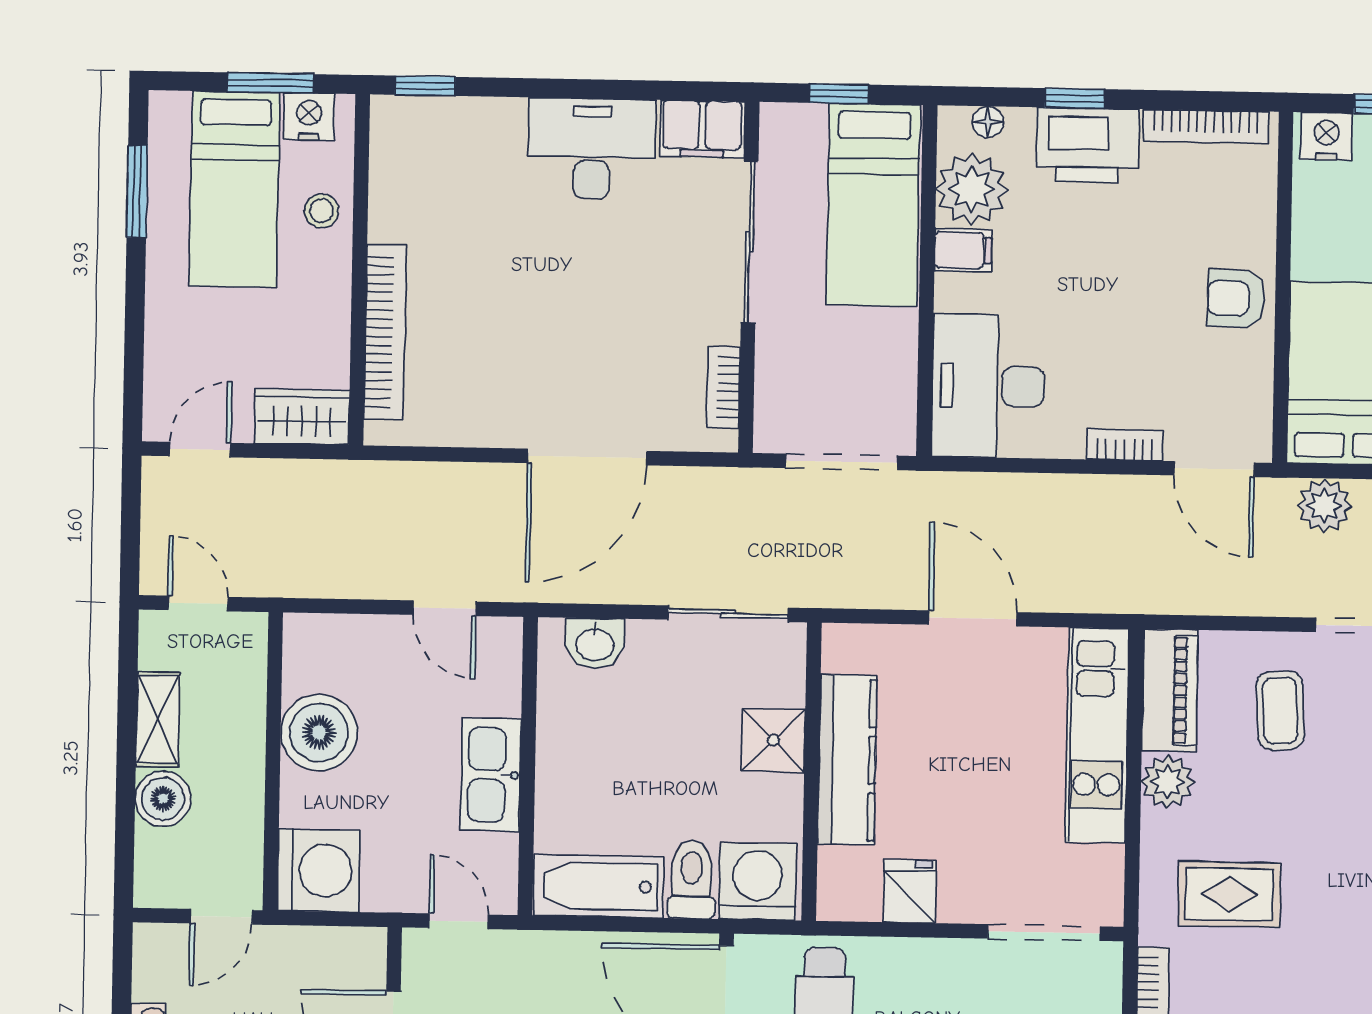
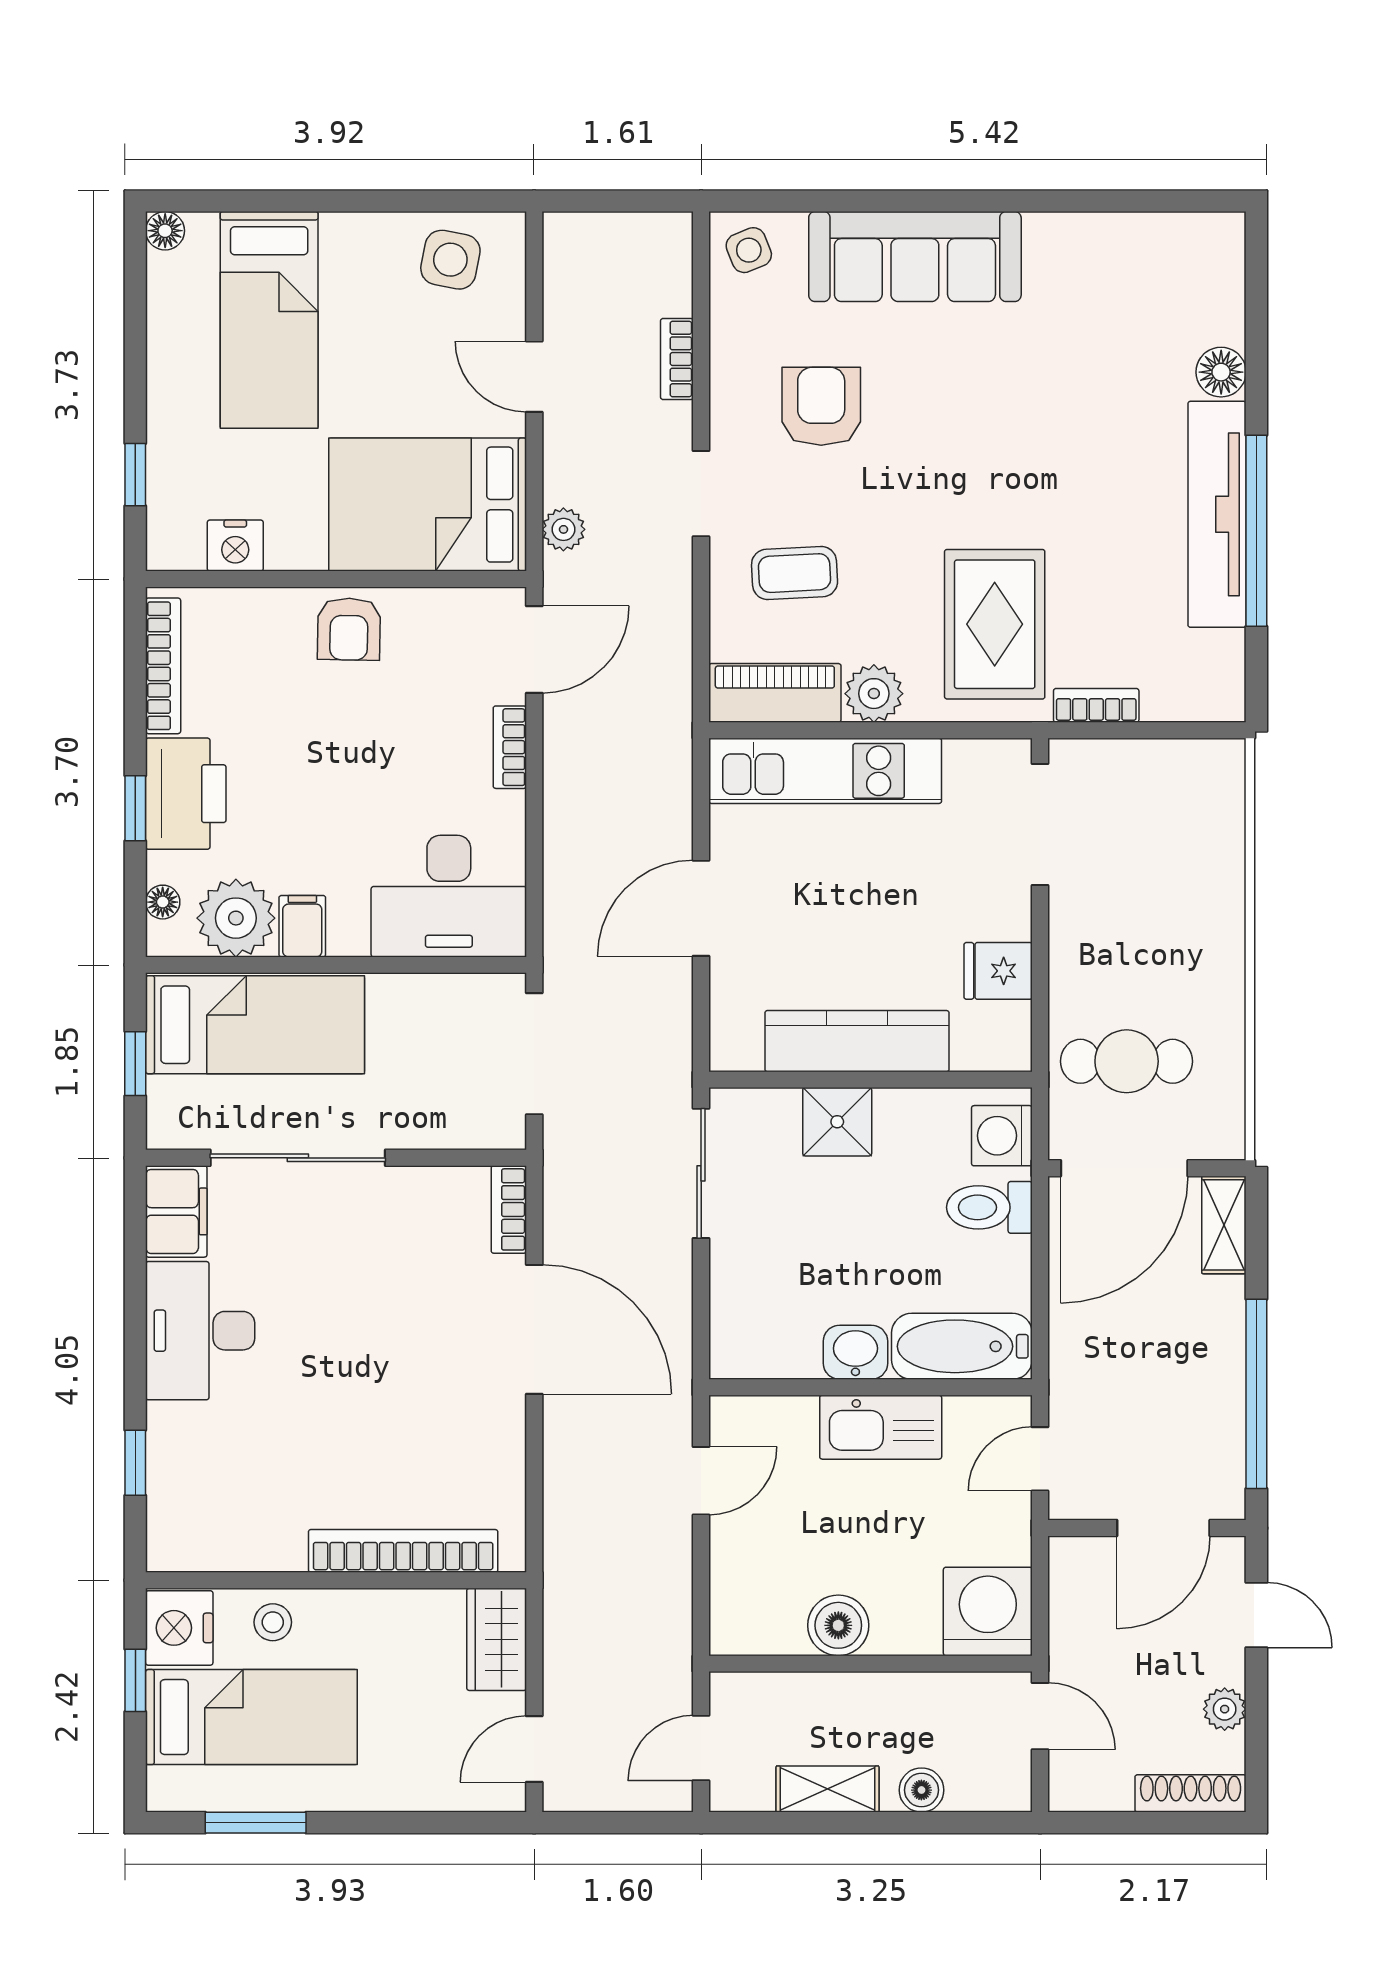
window: (270, 83) -> (135, 1680), width x0.67
window: (425, 86) -> (135, 1463), moved
nightstand: (309, 117) -> (179, 1628), width x1.36, depth x1.33
nightstand: (1327, 136) -> (235, 546), moved, turned -90
bookcase: (723, 387) -> (509, 1209), moved, turned 90
door: (200, 450) -> (534, 1749), hinge flipped
plant: (1324, 506) -> (563, 529), width x0.73, depth x0.73
washbasin: (595, 643) -> (855, 1352), moved, turned -90
boiler: (319, 732) -> (838, 1625), width x0.73, depth x0.73
boiler: (163, 799) -> (921, 1790), width x0.73, depth x0.73
washing machine: (758, 881) -> (1002, 1136), width x0.73, depth x0.73
bathtub: (599, 886) -> (962, 1346), moved, turned 90
rug: (1229, 894) -> (995, 624), width x1.36, depth x1.43

